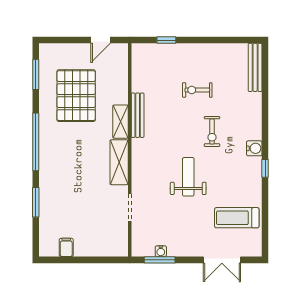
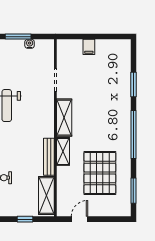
shelving: (140, 69) -> (46, 195), added
filing cabinet: (66, 247) -> (89, 47), moved
window: (160, 260) -> (18, 37), moved

